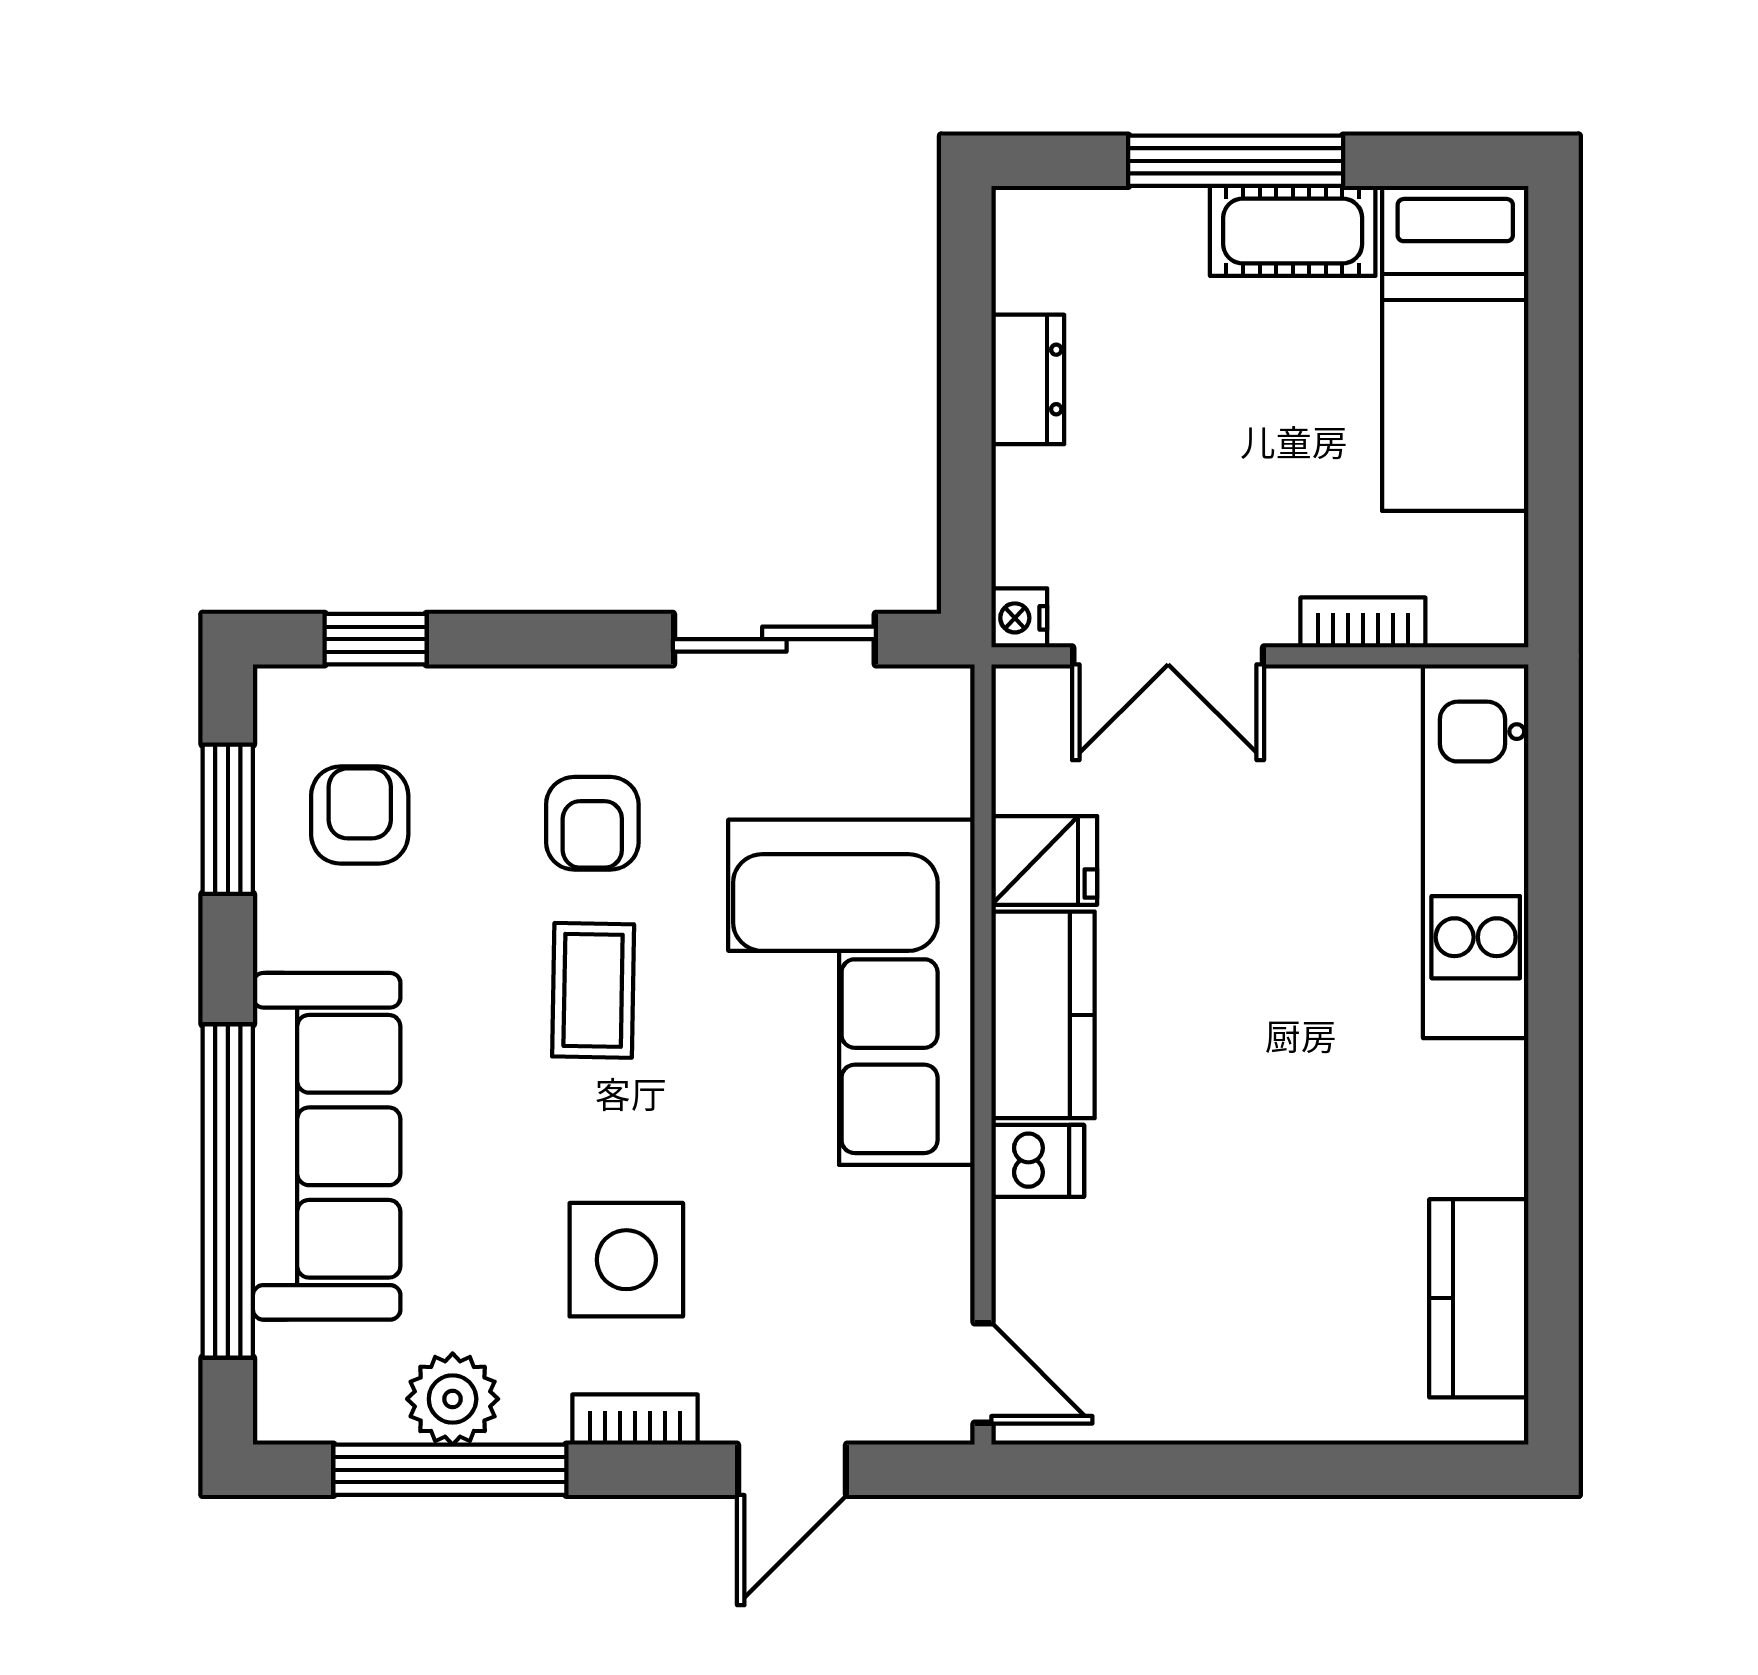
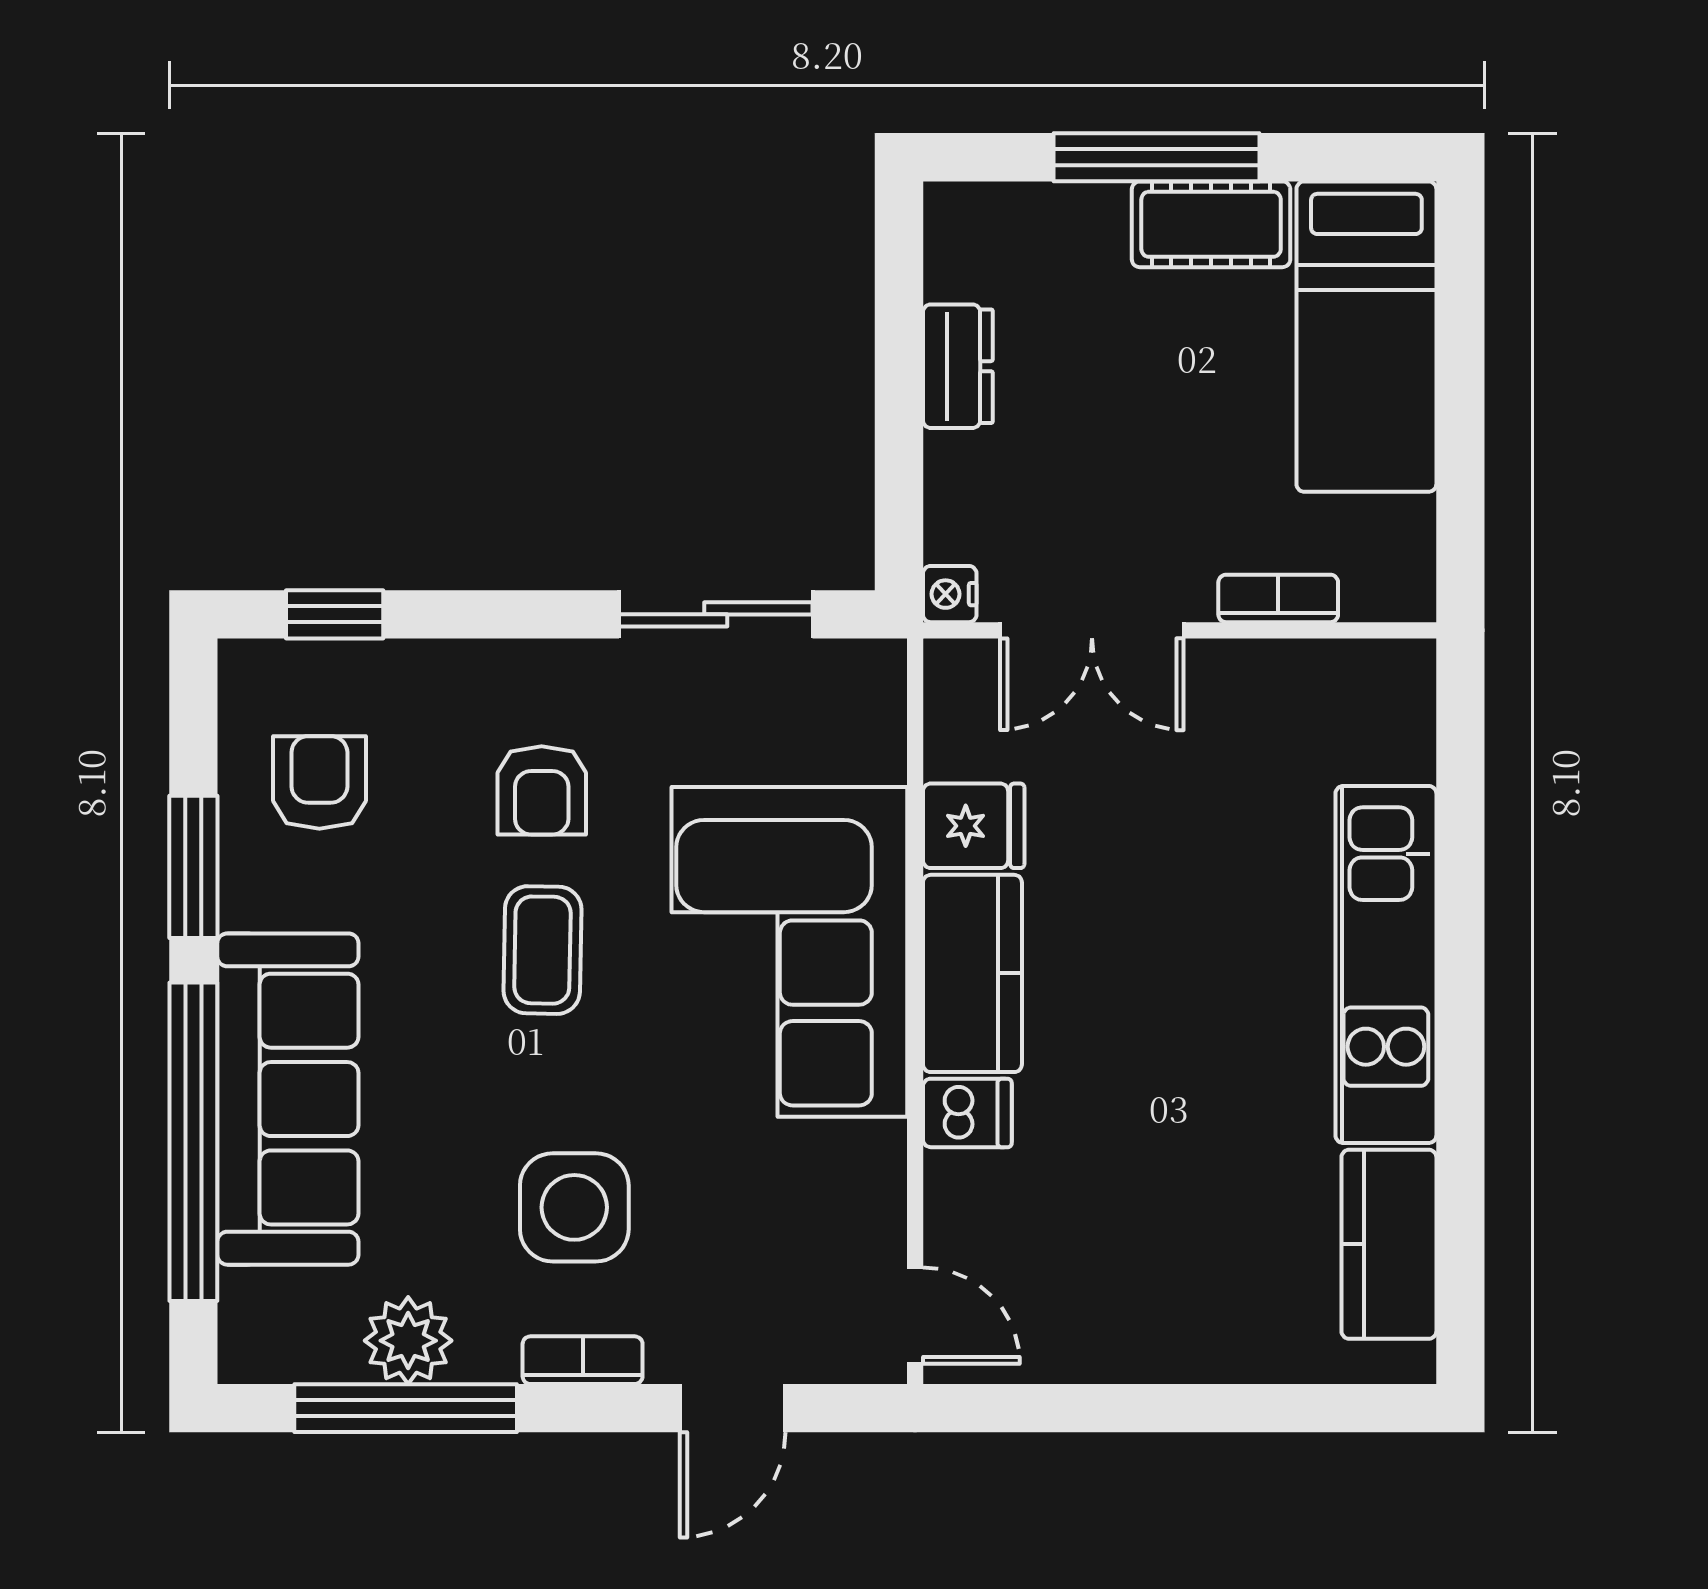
window: (228, 819) -> (193, 867), moved
kitchen unit: (1476, 851) -> (1386, 964), moved

